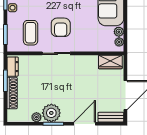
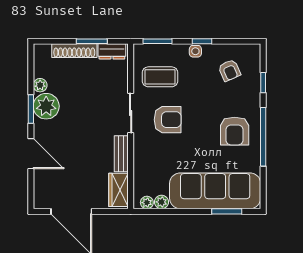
armchair: (61, 27) -> (168, 120), turned 180
bench: (111, 117) -> (121, 154), moved

